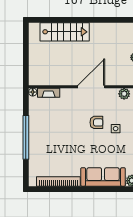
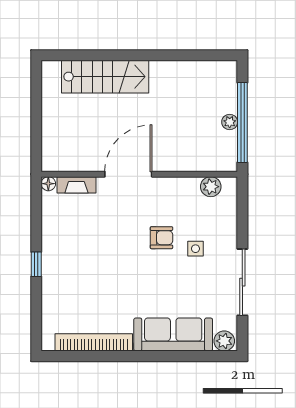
door: (91, 87) -> (128, 174), moved
window: (26, 137) -> (36, 264), width x0.32

